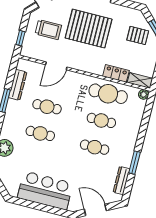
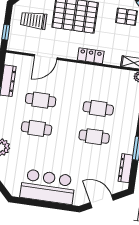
trolley: (48, 30) -> (34, 20), turned 180
locker: (116, 73) -> (91, 56), moved
cafe table: (108, 94) -> (102, 80), removed

